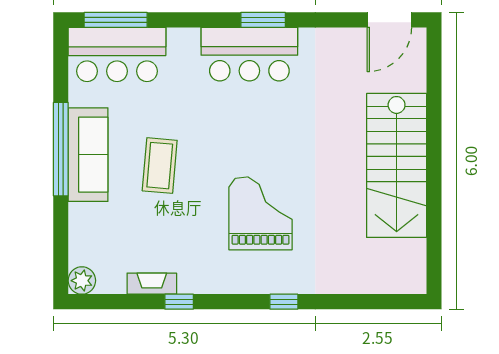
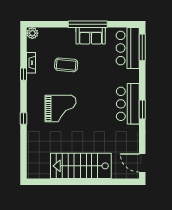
sofa: (88, 155) -> (91, 36), width x0.73
coffee table: (160, 166) -> (66, 65), moved

